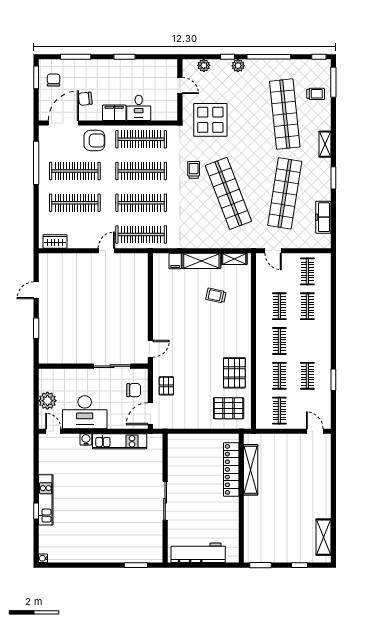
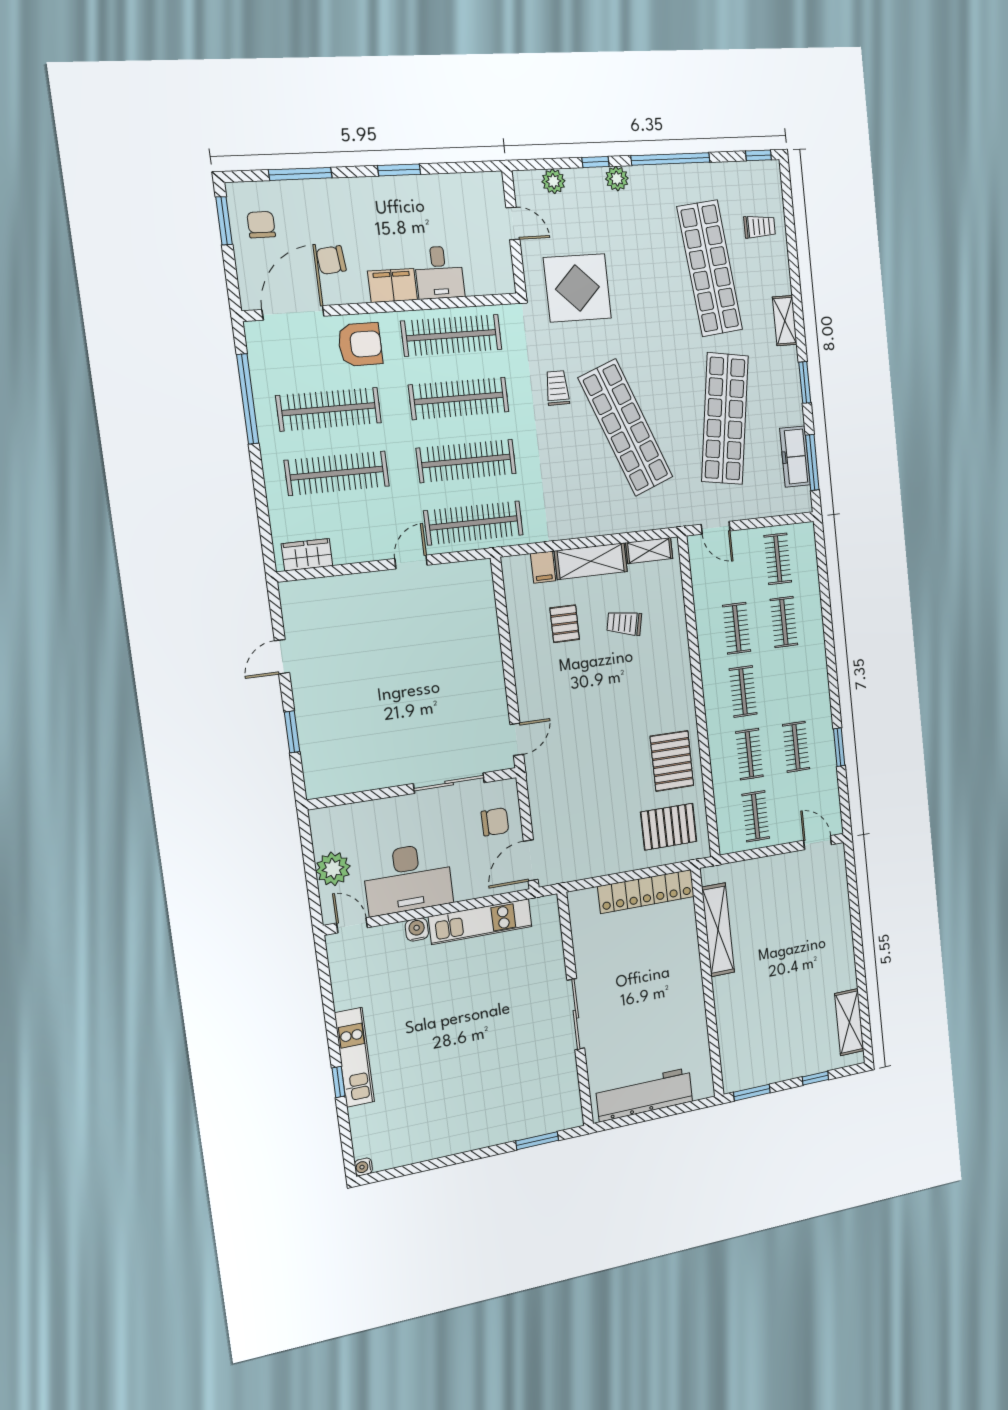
window: (333, 82) -> (812, 462), moved
pallet: (166, 386) -> (565, 624), moved
locker: (231, 469) -> (646, 891), moved, turned -90

